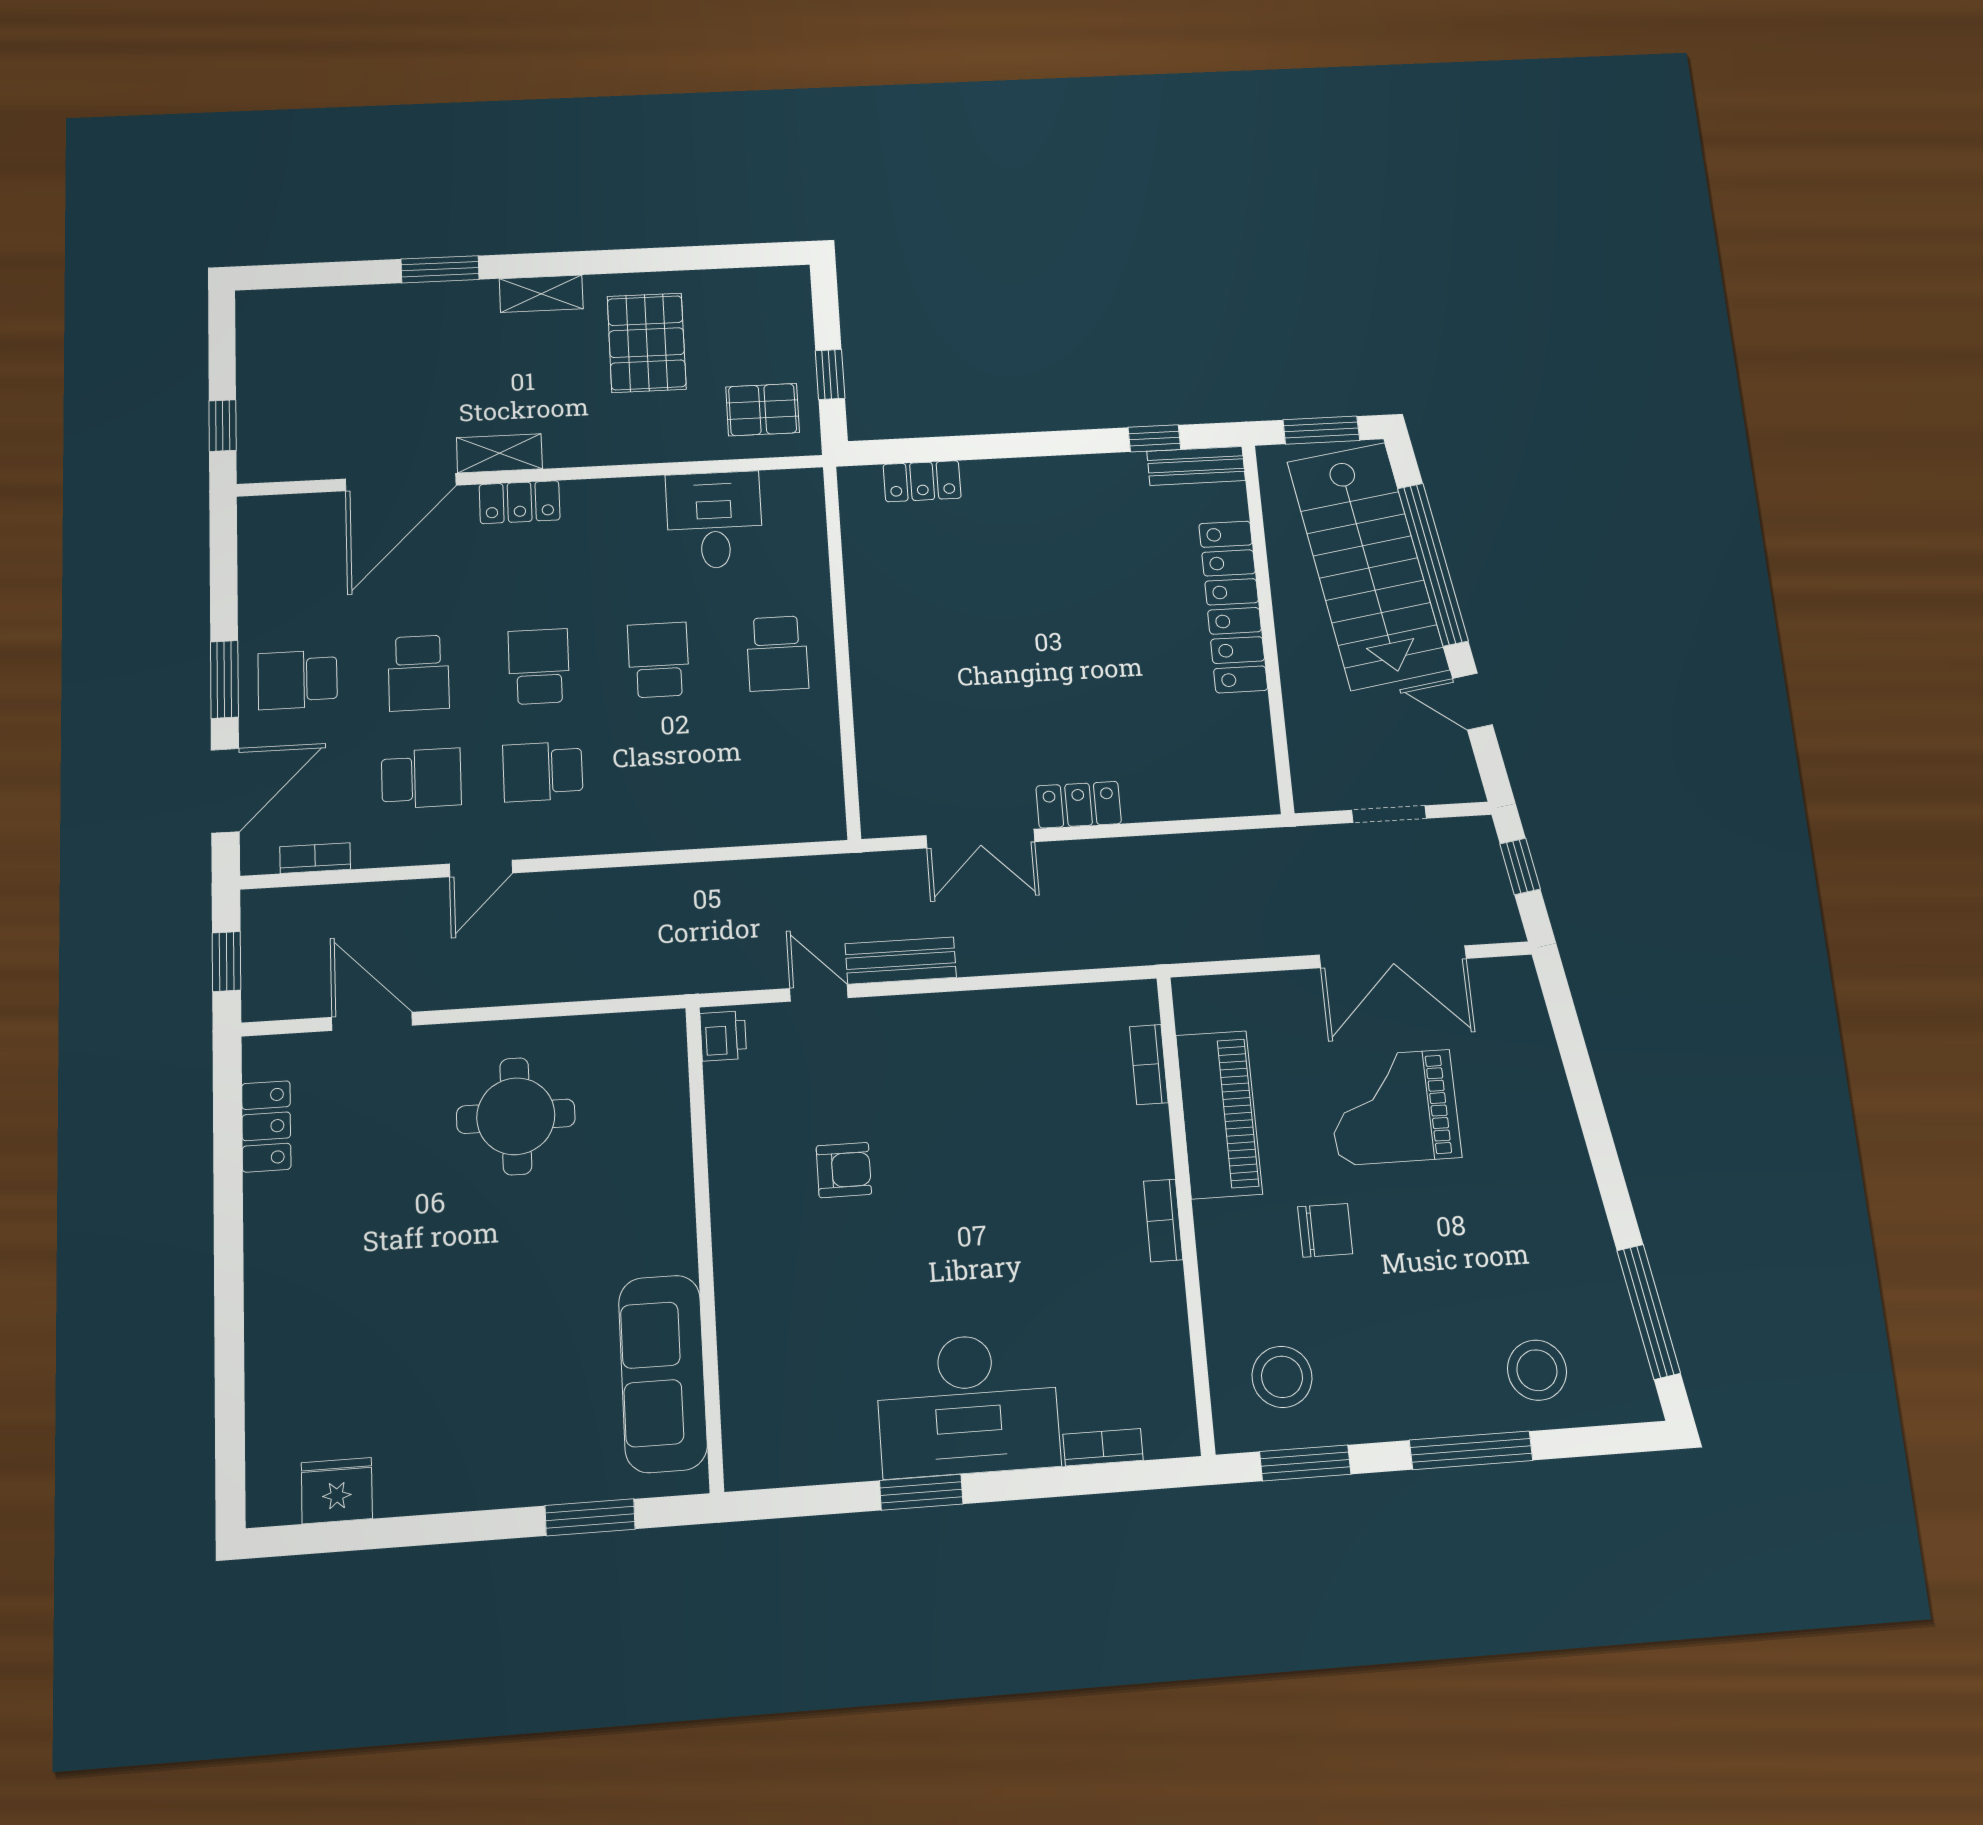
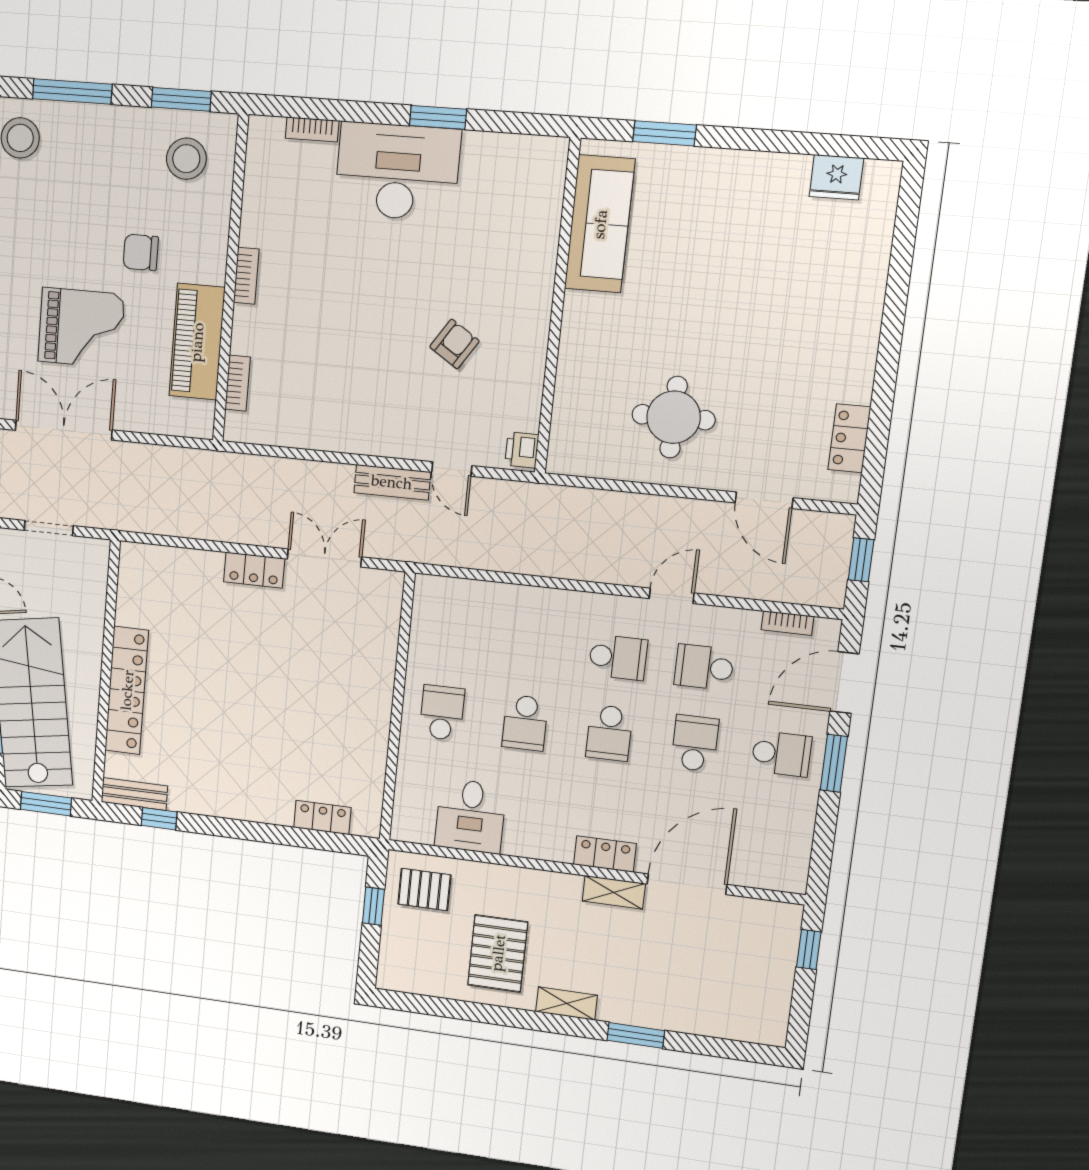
armchair: (844, 1170) -> (454, 344), turned 123

